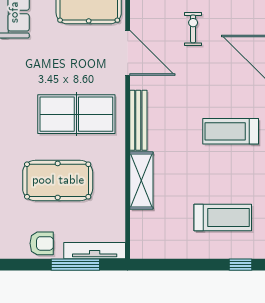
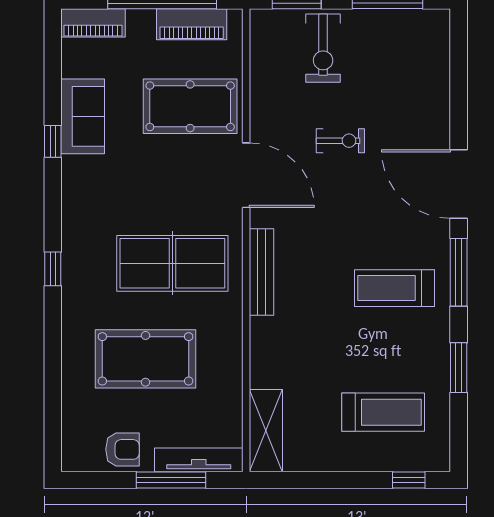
exercise bike: (193, 29) -> (340, 141), turned 90
shelving: (141, 181) -> (266, 431), moved

